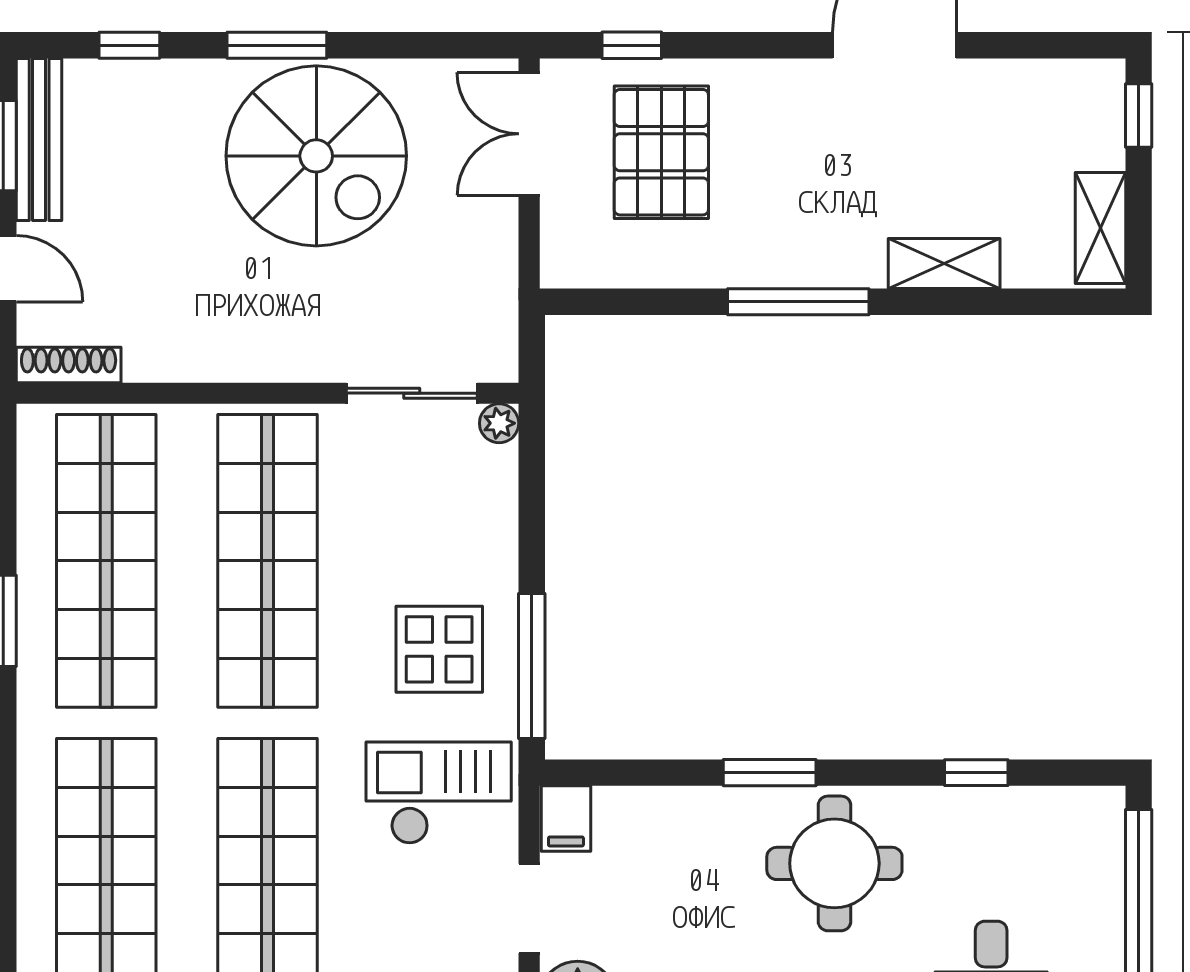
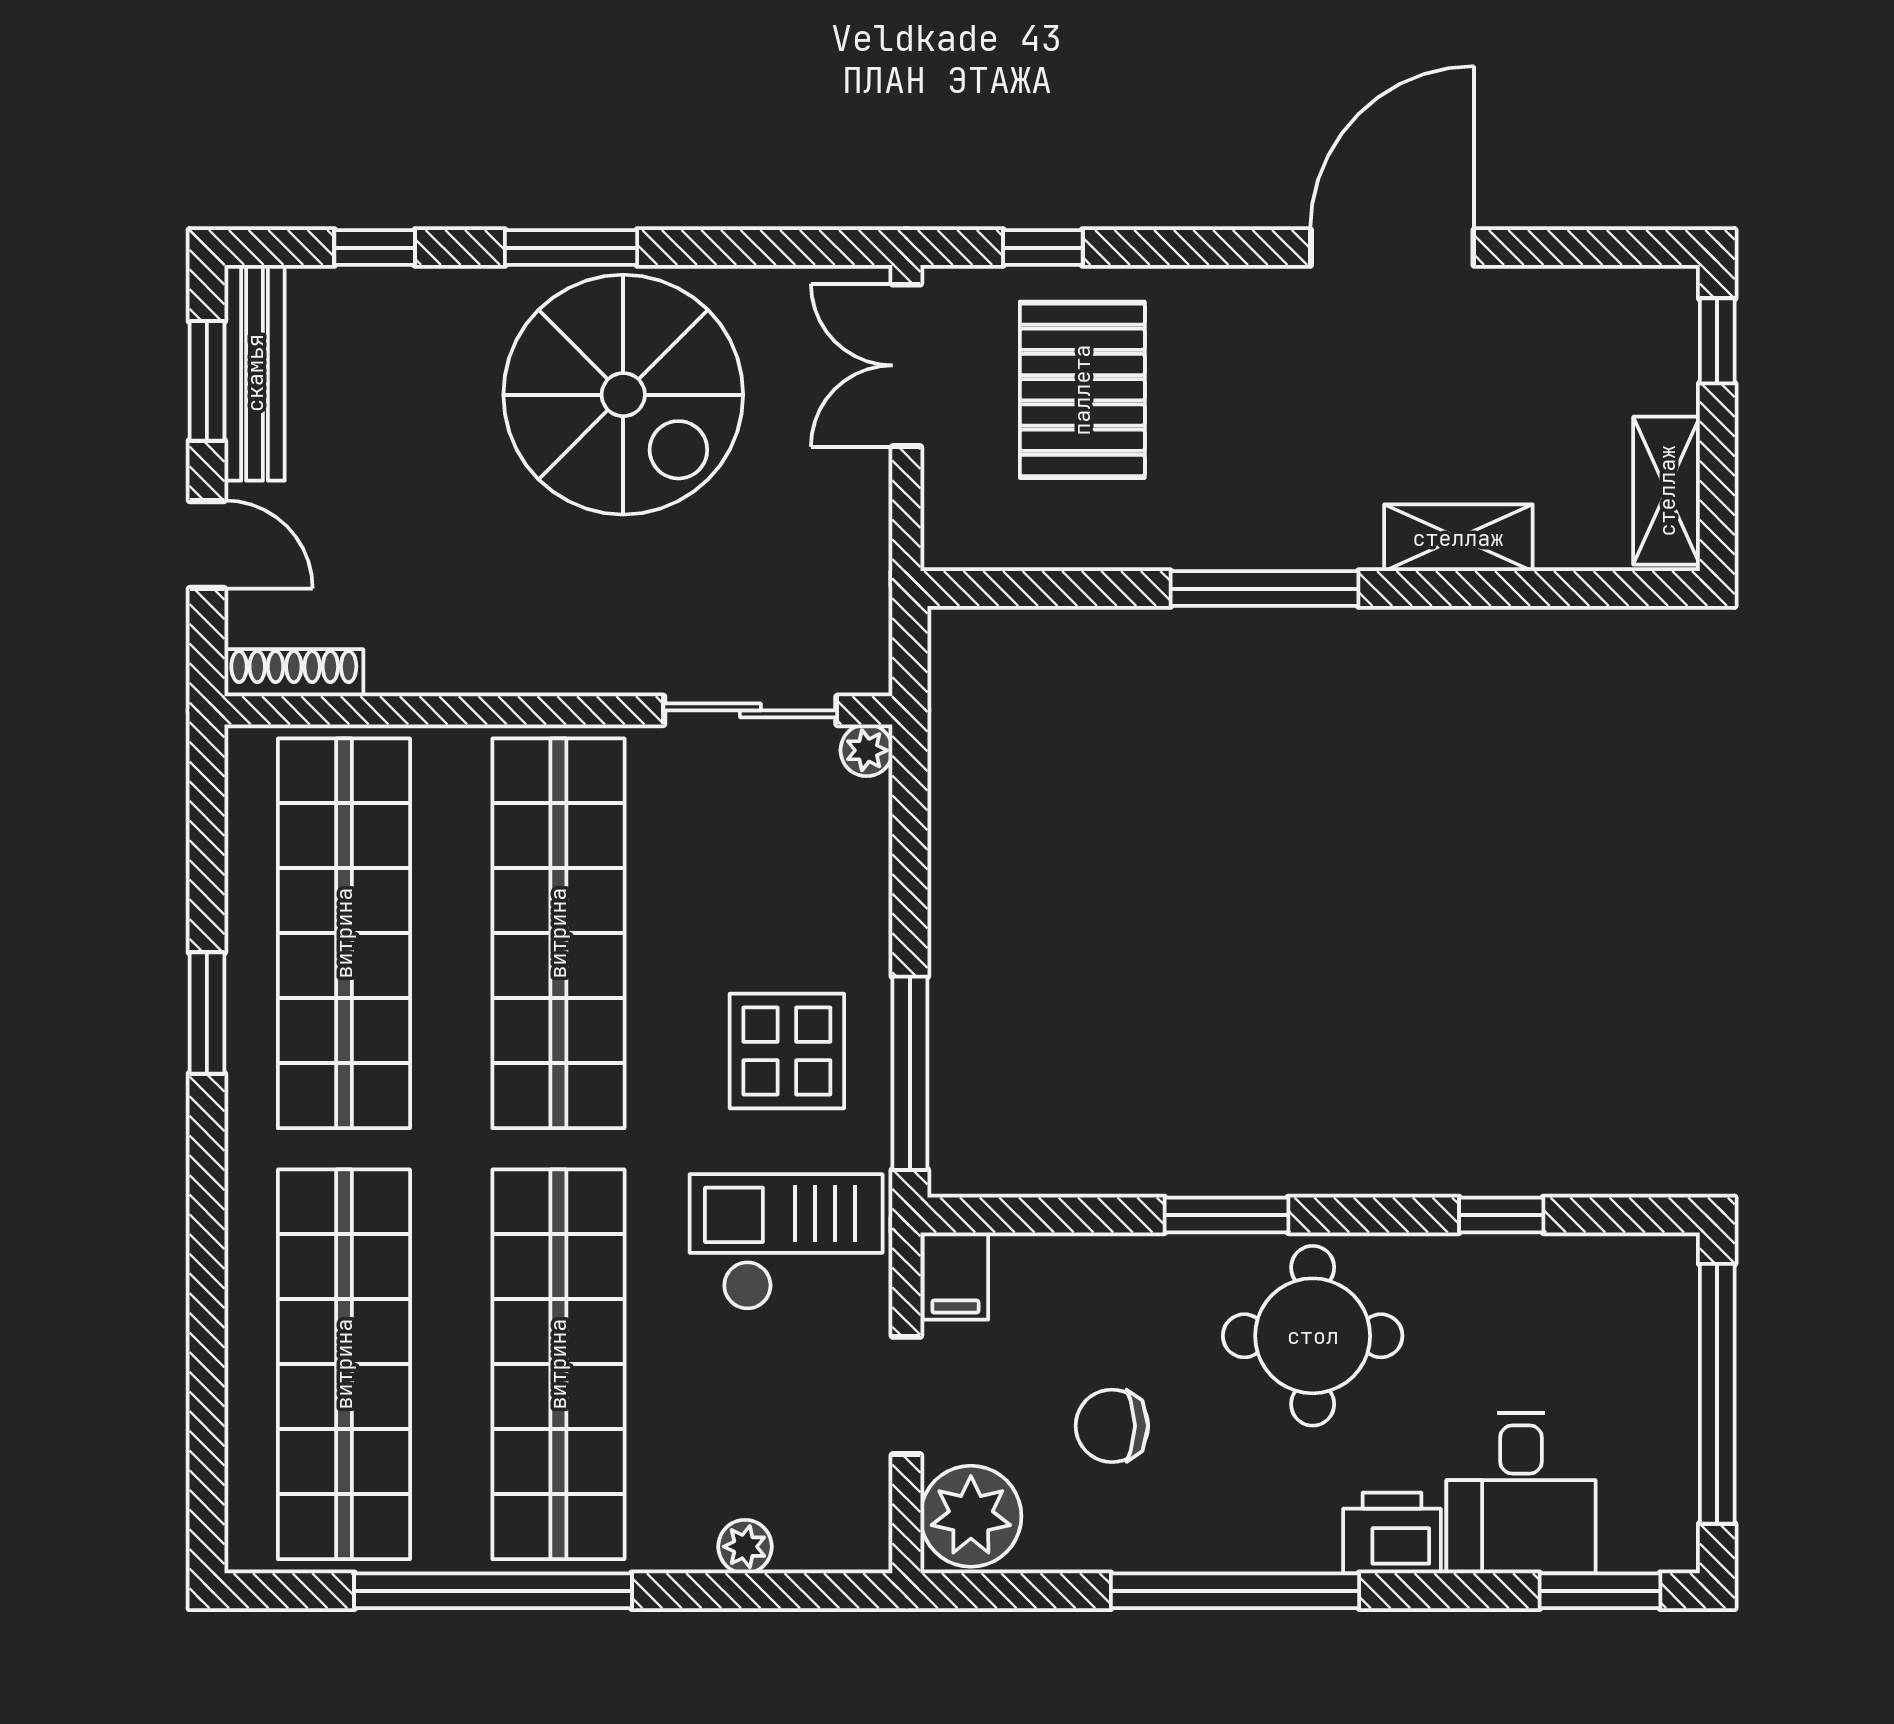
chair: (684, 931) -> (1112, 1426), added

